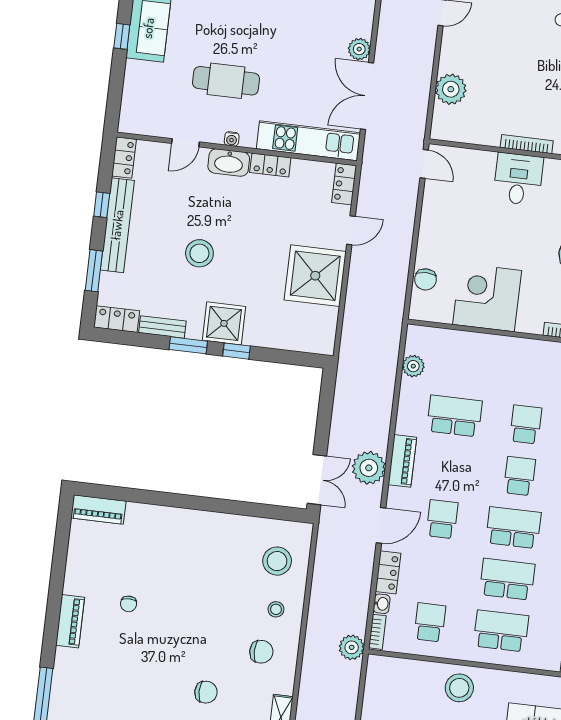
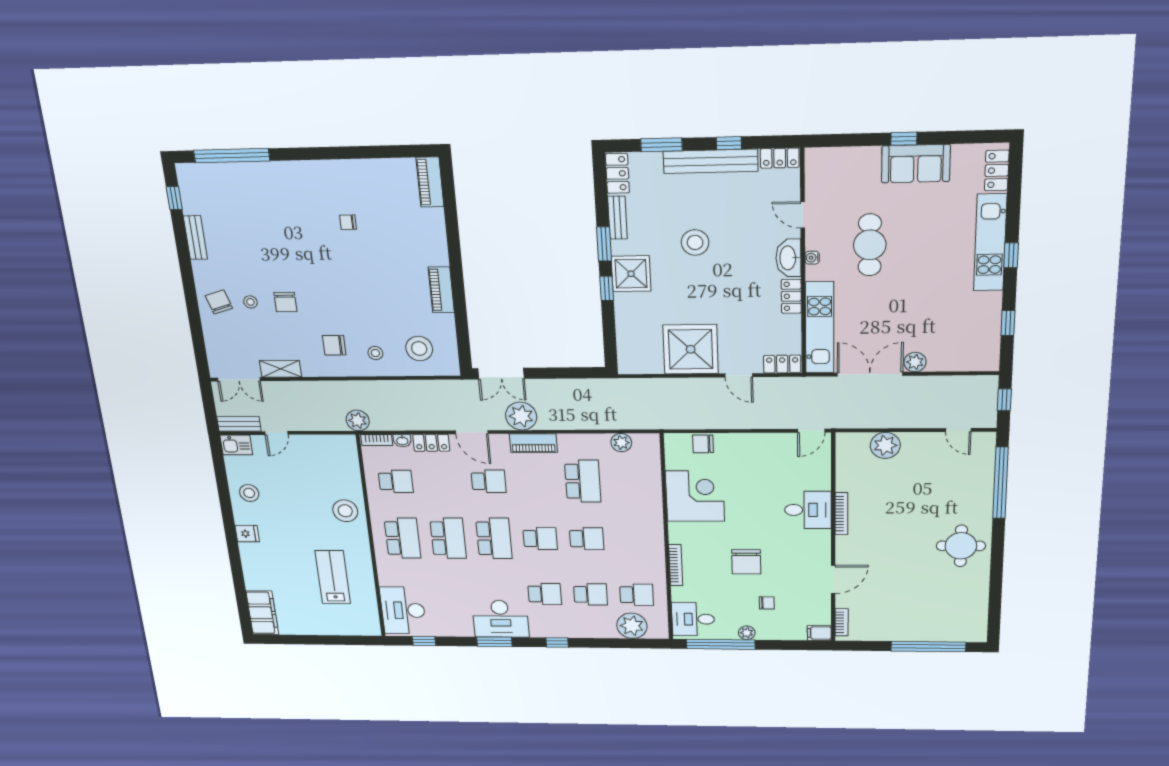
piano: (70, 621) -> (441, 290), moved, turned 90
chair: (261, 652) -> (334, 345), turned 90

